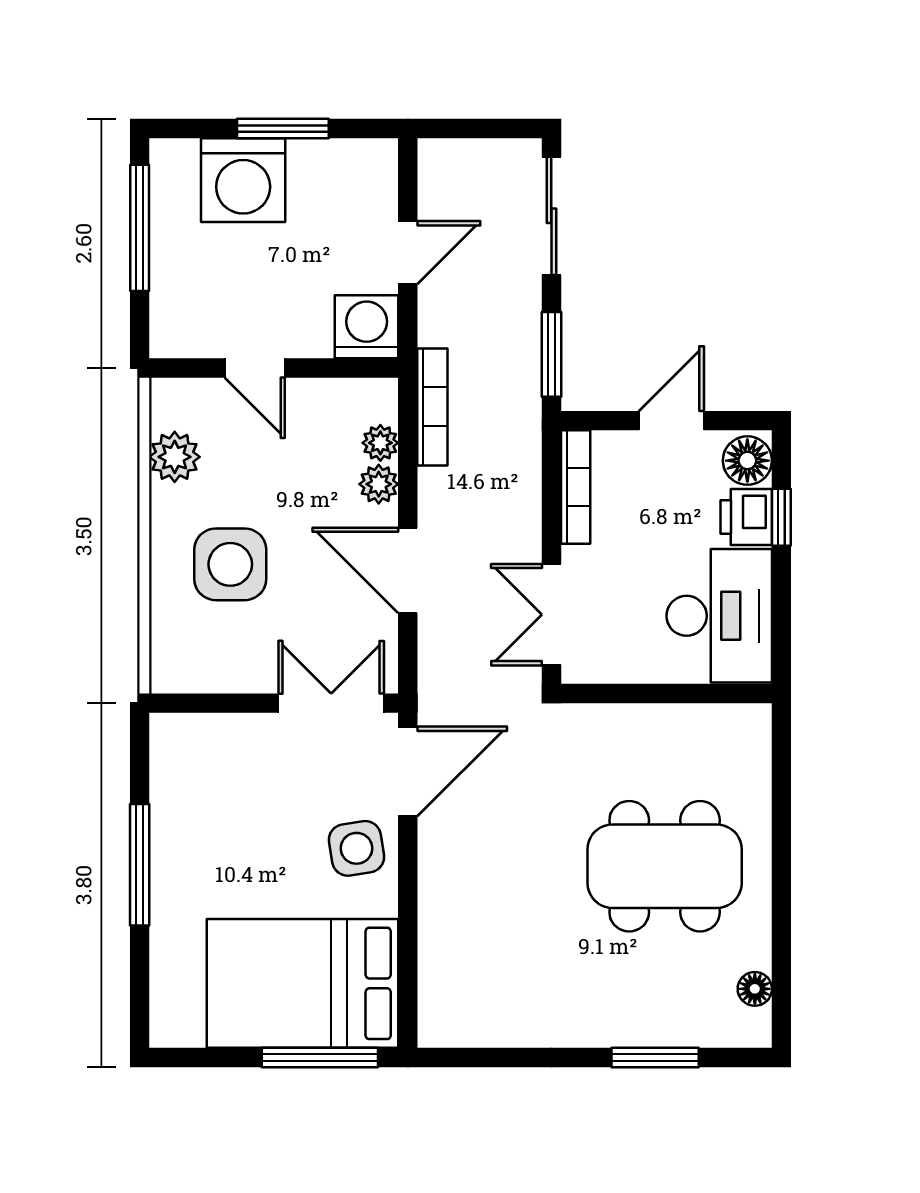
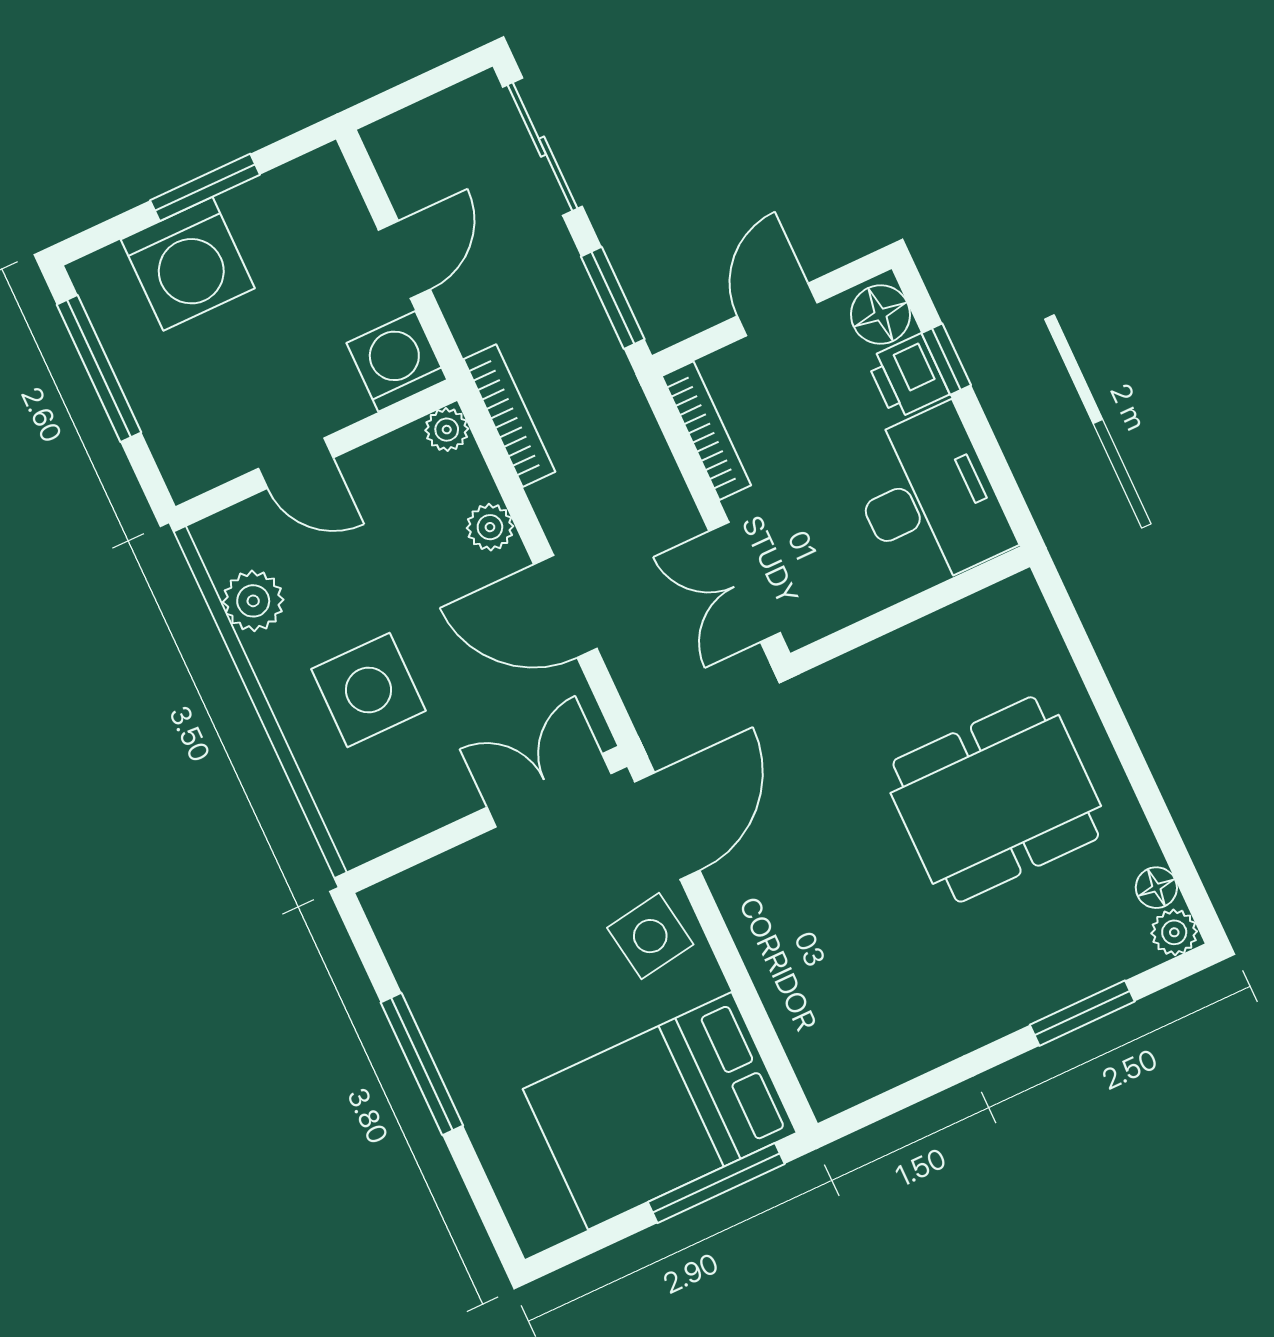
plant: (380, 443) -> (447, 430), moved
plant: (753, 1029) -> (1174, 932), added

